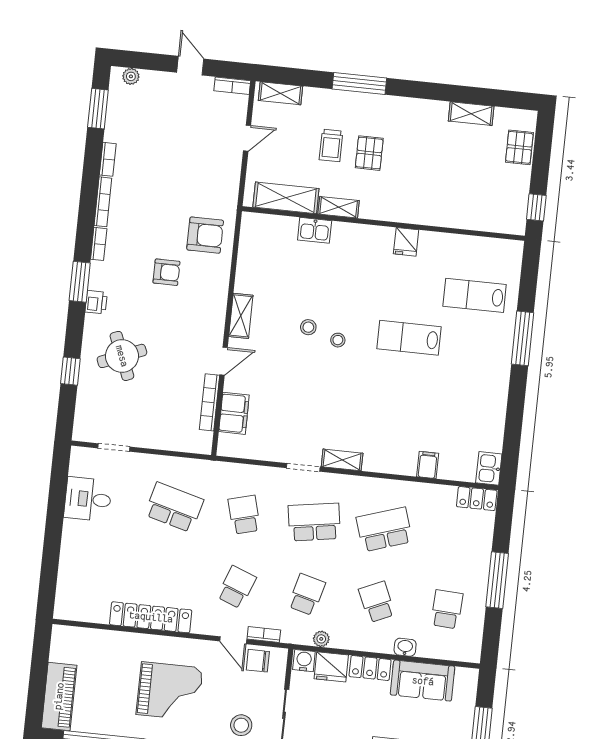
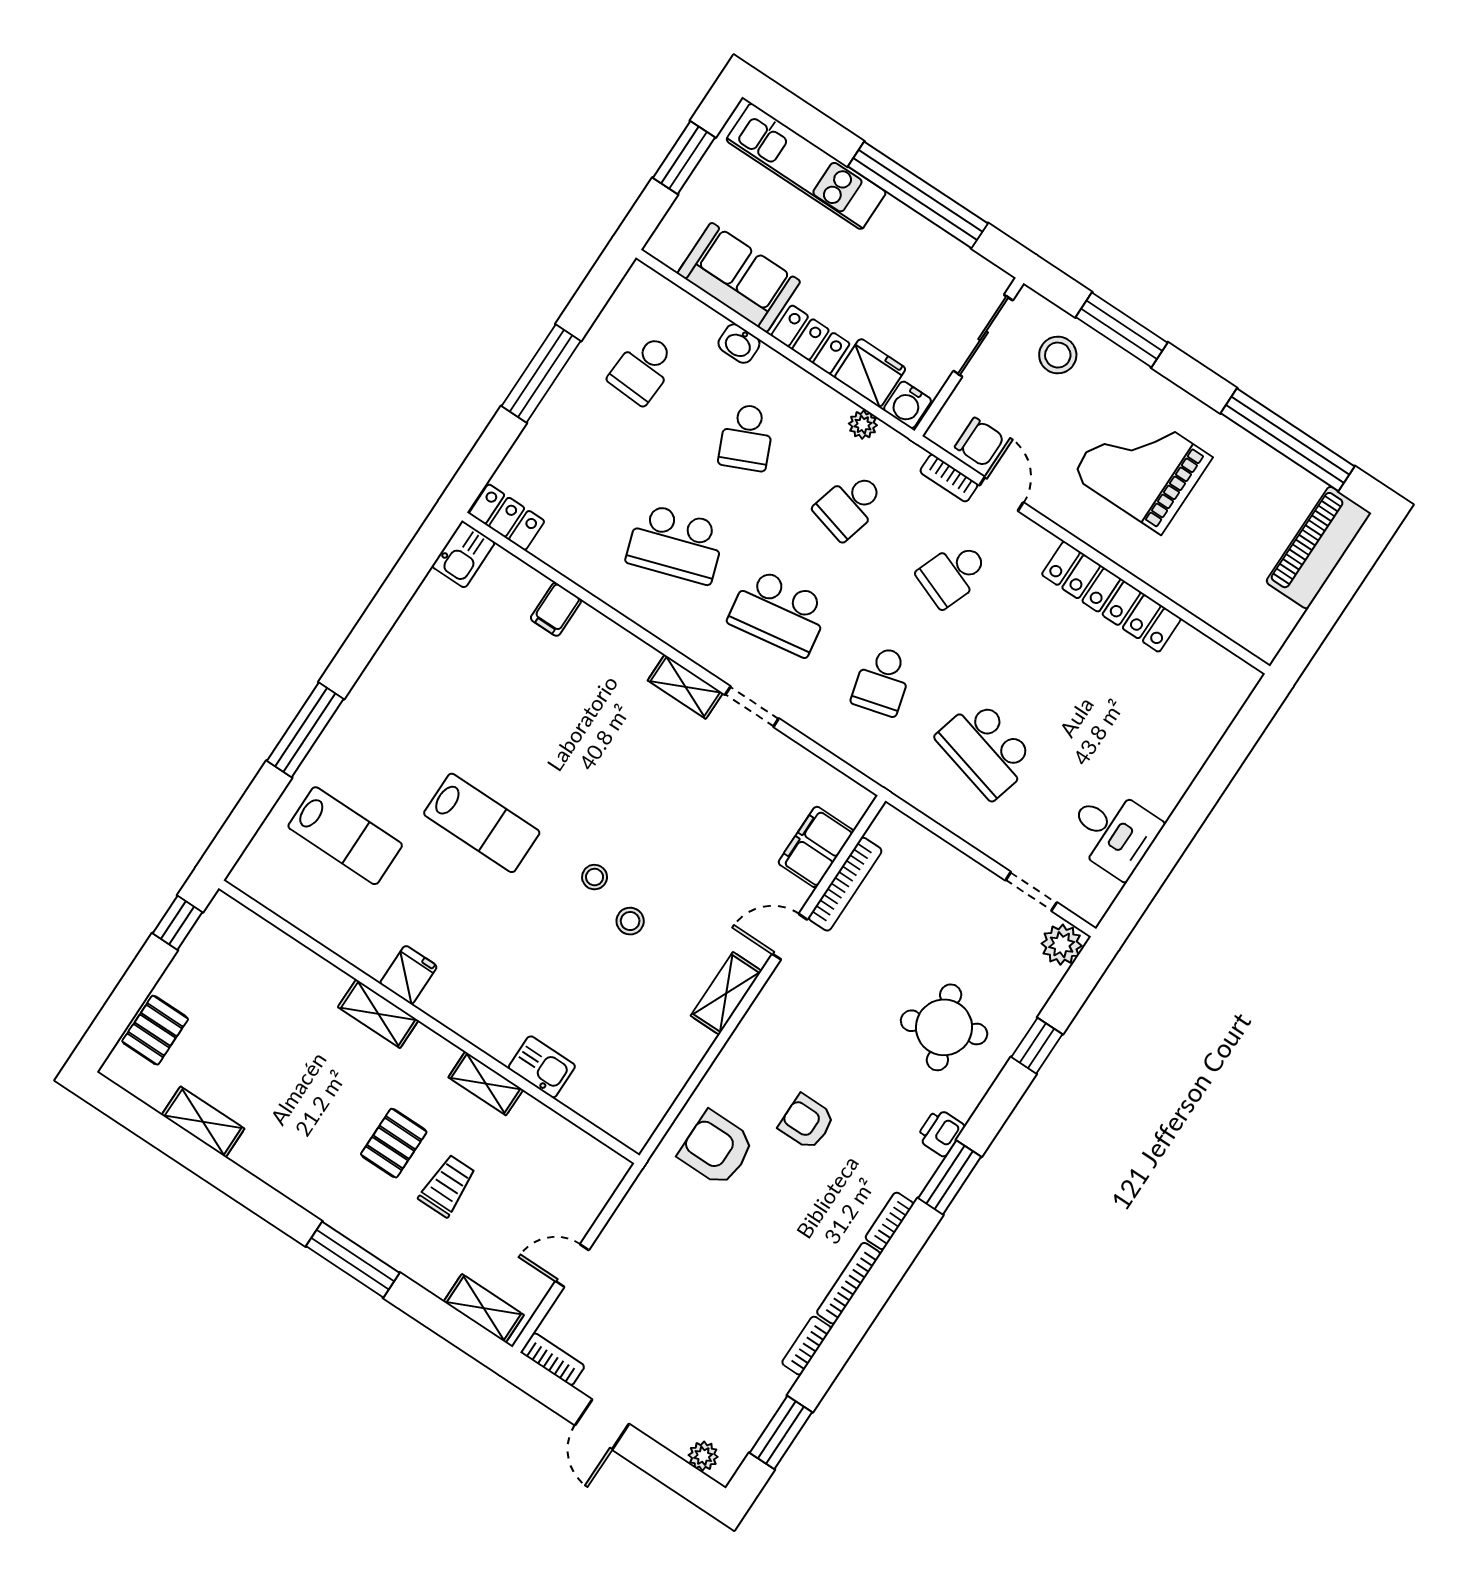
shelving: (286, 198) -> (378, 1014), moved, width x0.67, depth x0.75
plant: (84, 429) -> (1062, 945), added

